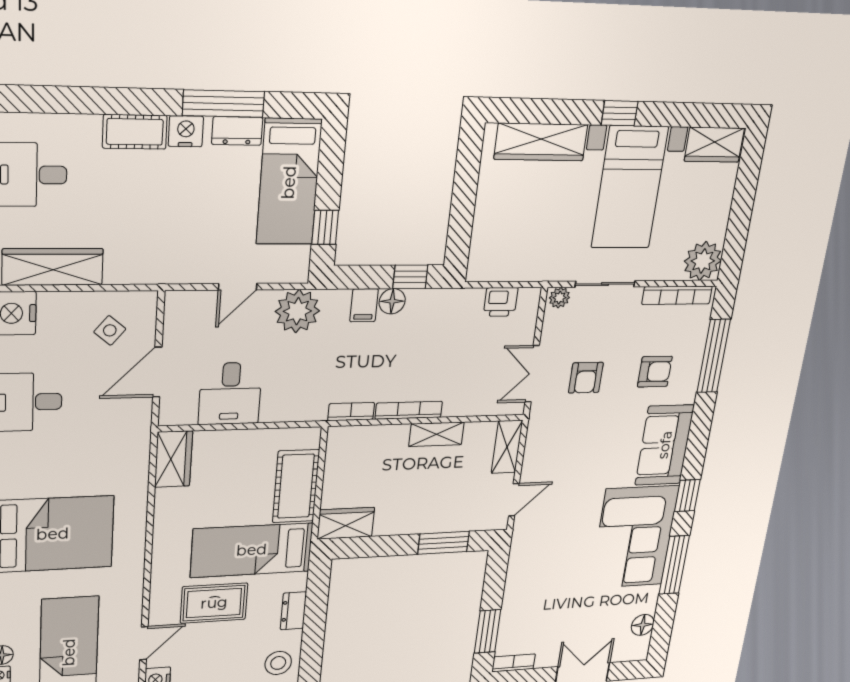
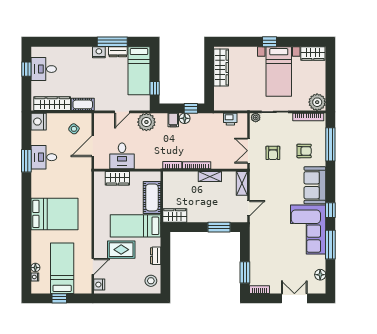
cot: (135, 132) -> (83, 104), moved
wardrobe: (541, 142) -> (221, 67), moved, turned -90
wardrobe: (174, 459) -> (117, 178), moved, turned 90

